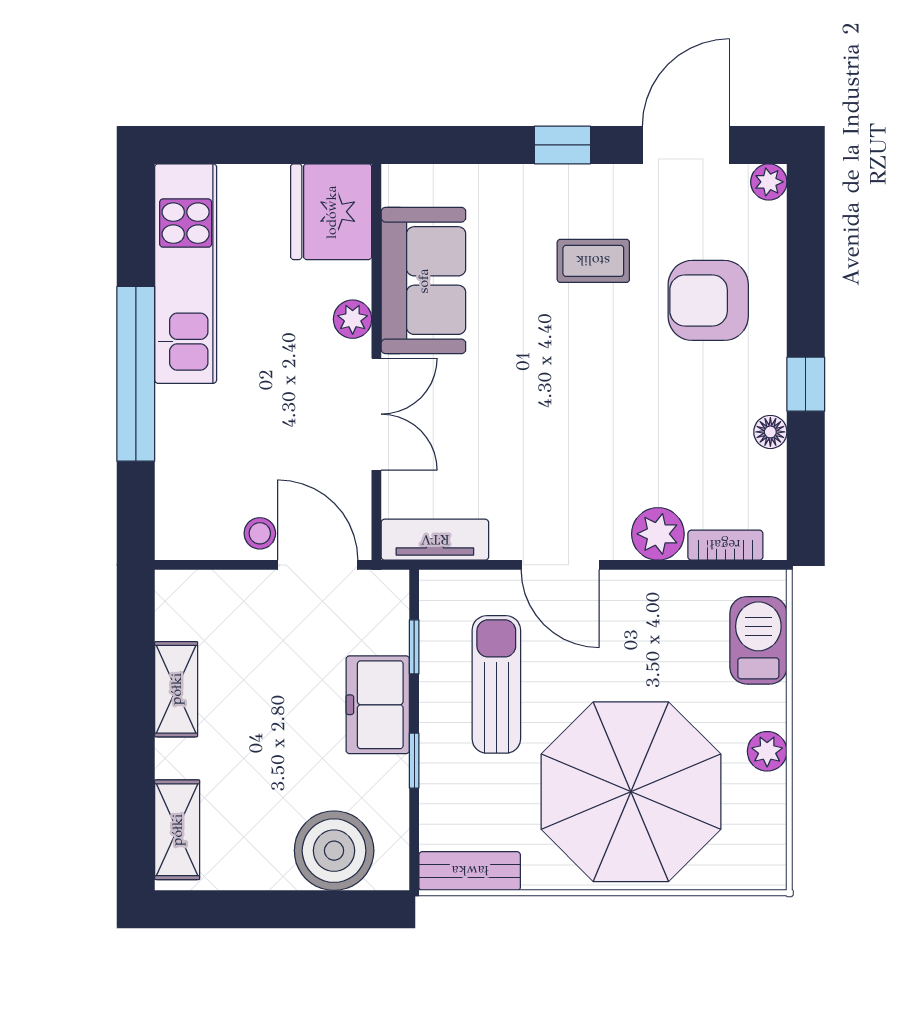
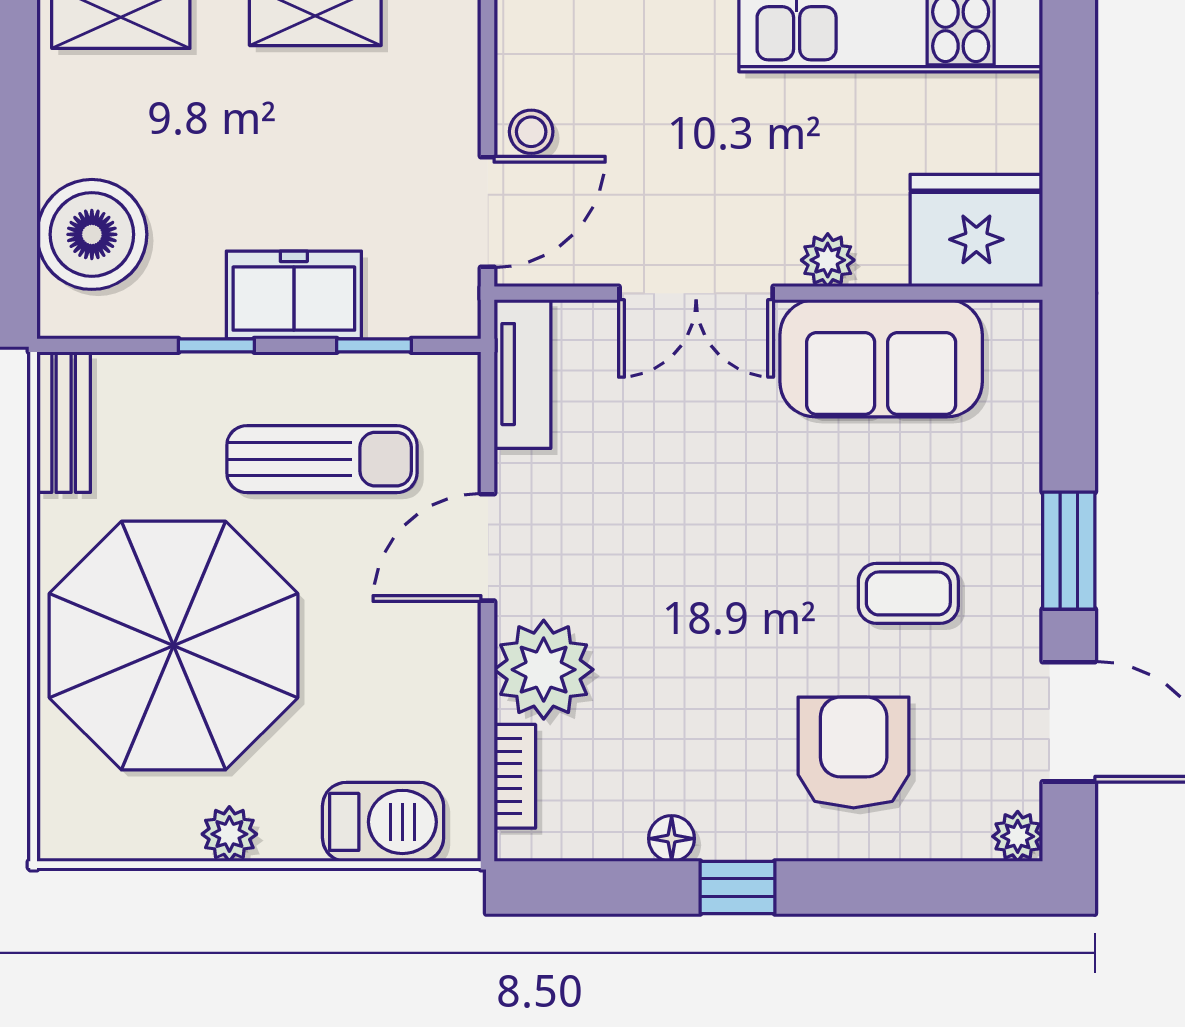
window: (562, 145) -> (1069, 551), width x1.50
coffee table: (593, 261) -> (908, 593), turned 90
plant: (658, 534) -> (544, 670), width x1.36, depth x1.36

